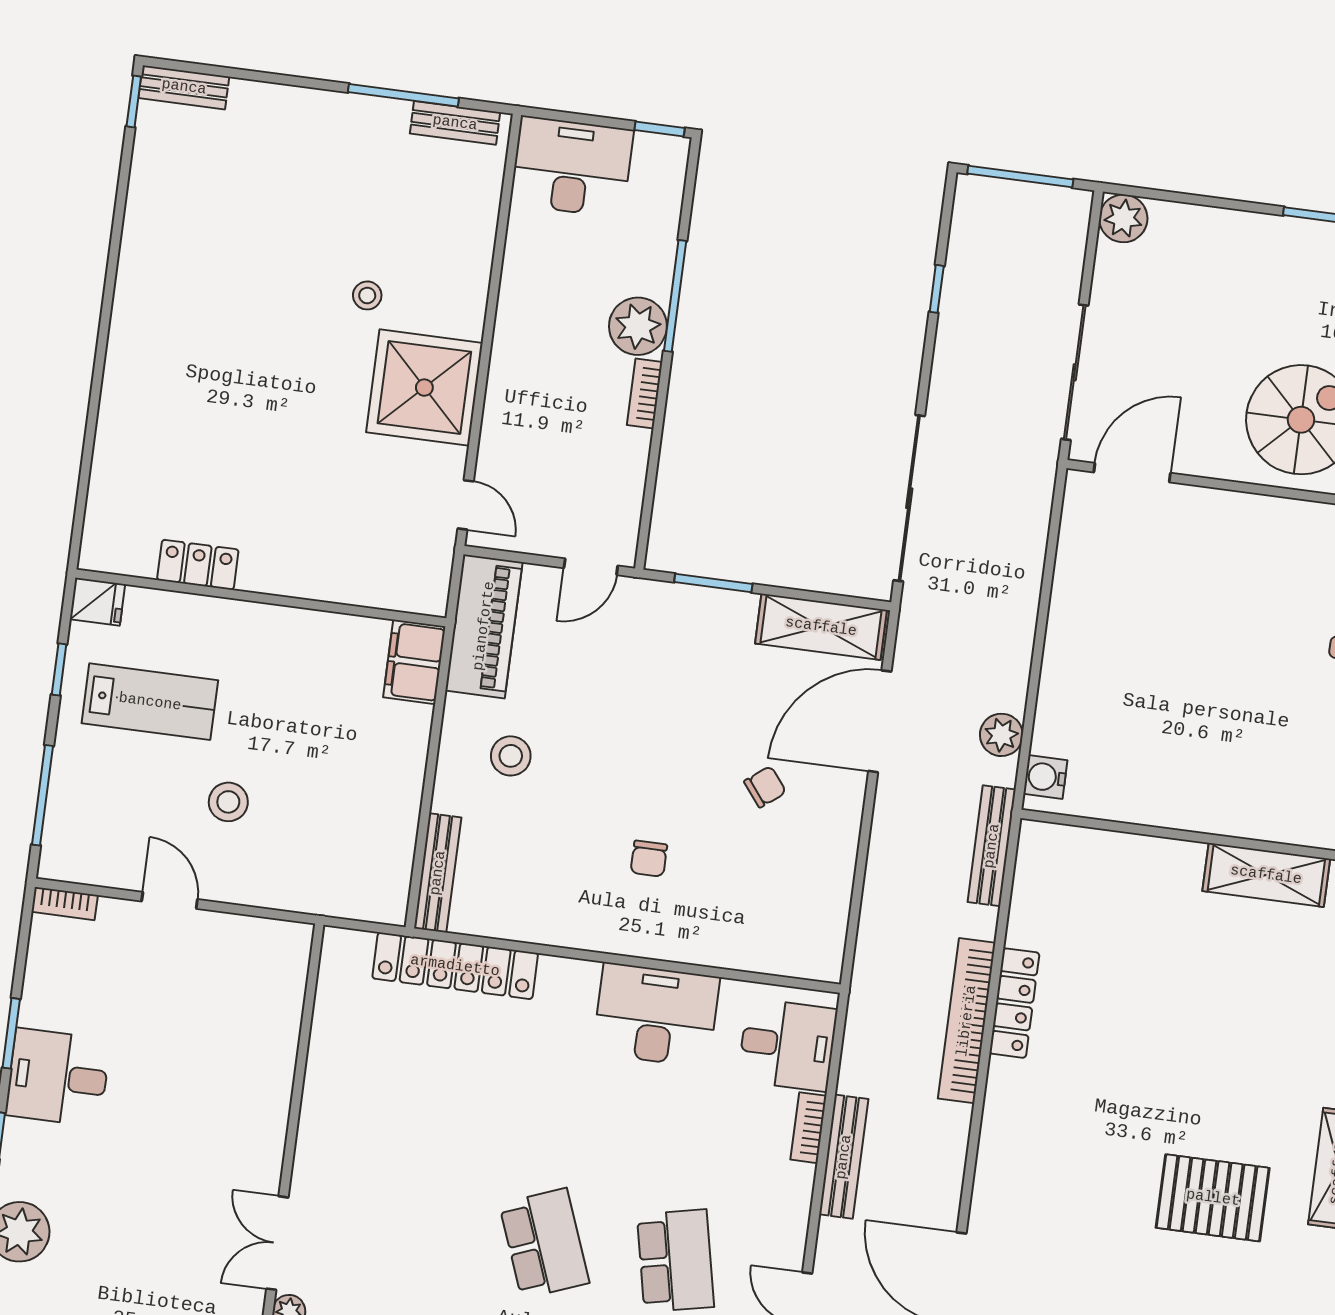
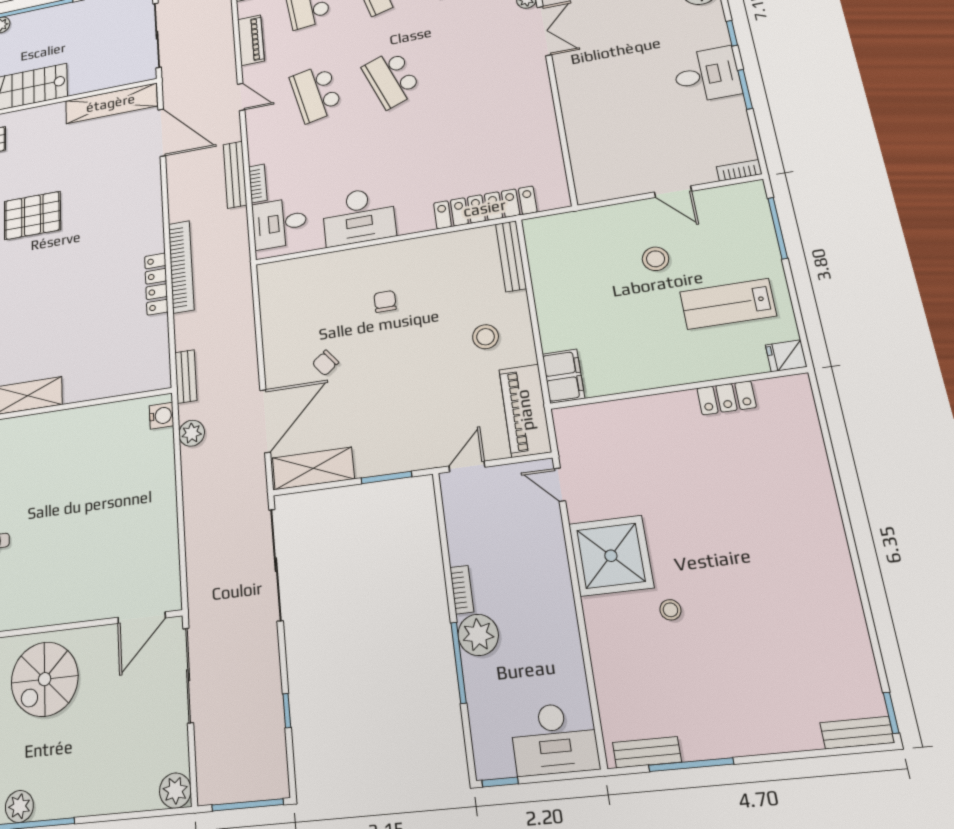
window: (59, 669) -> (796, 307), removed
bench: (992, 846) -> (186, 376), width x0.73

